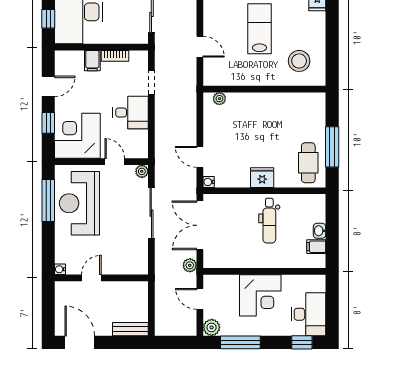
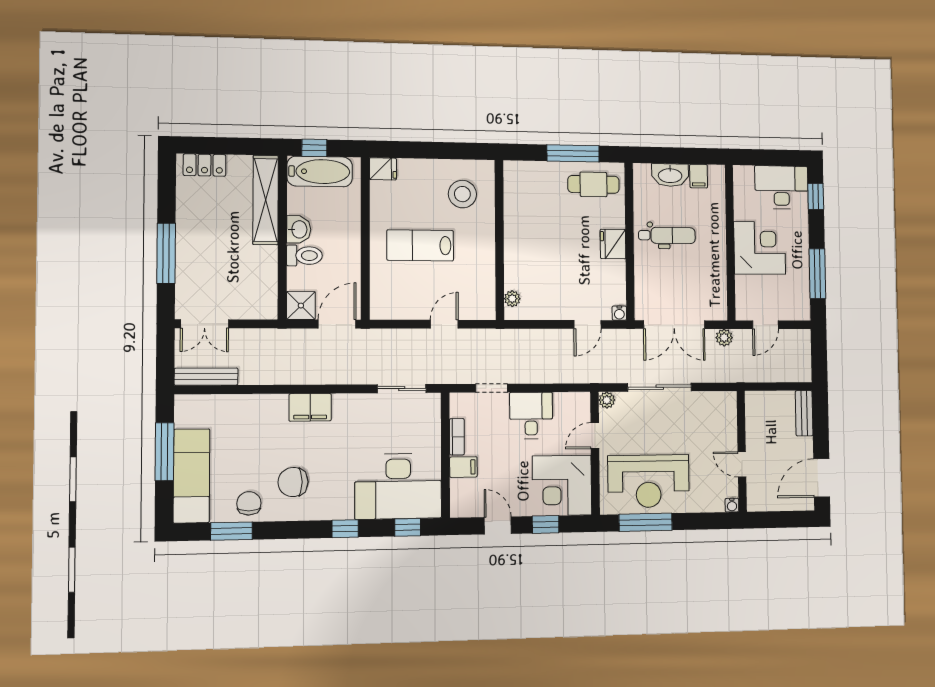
washbasin: (319, 231) -> (670, 175), width x1.91, depth x1.45
plant: (212, 327) -> (800, 310), removed

